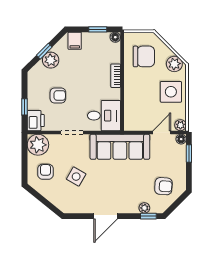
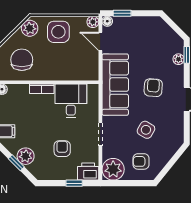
desk: (104, 116) -> (71, 101), moved
armchair: (163, 186) -> (153, 88), moved

